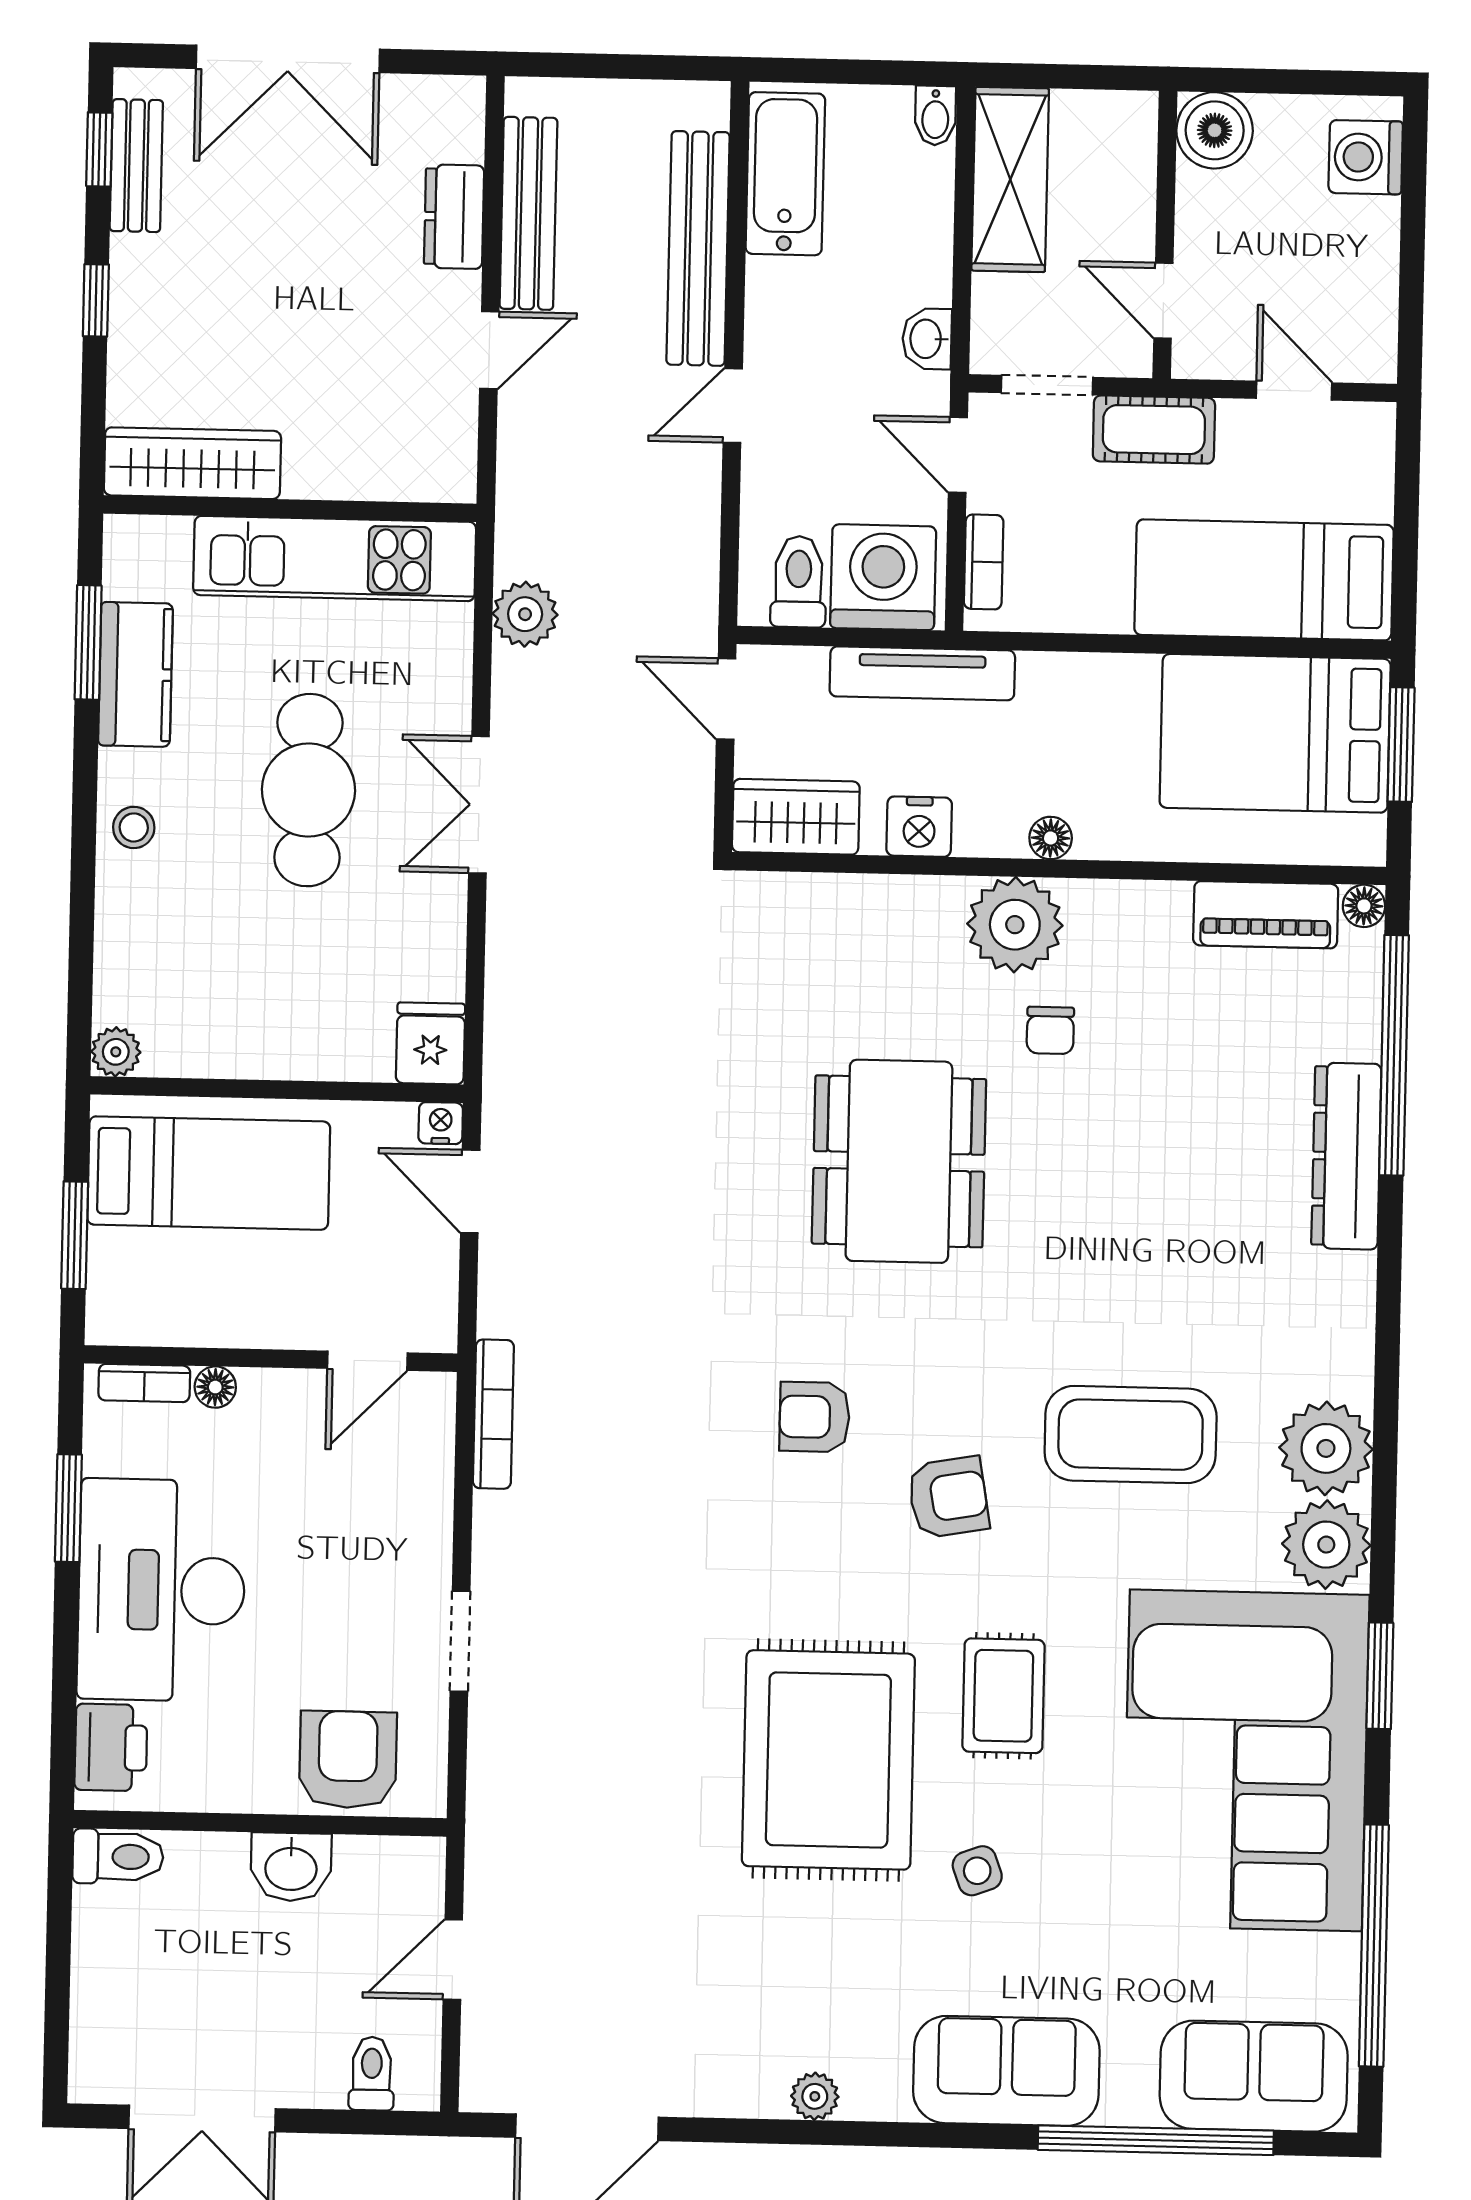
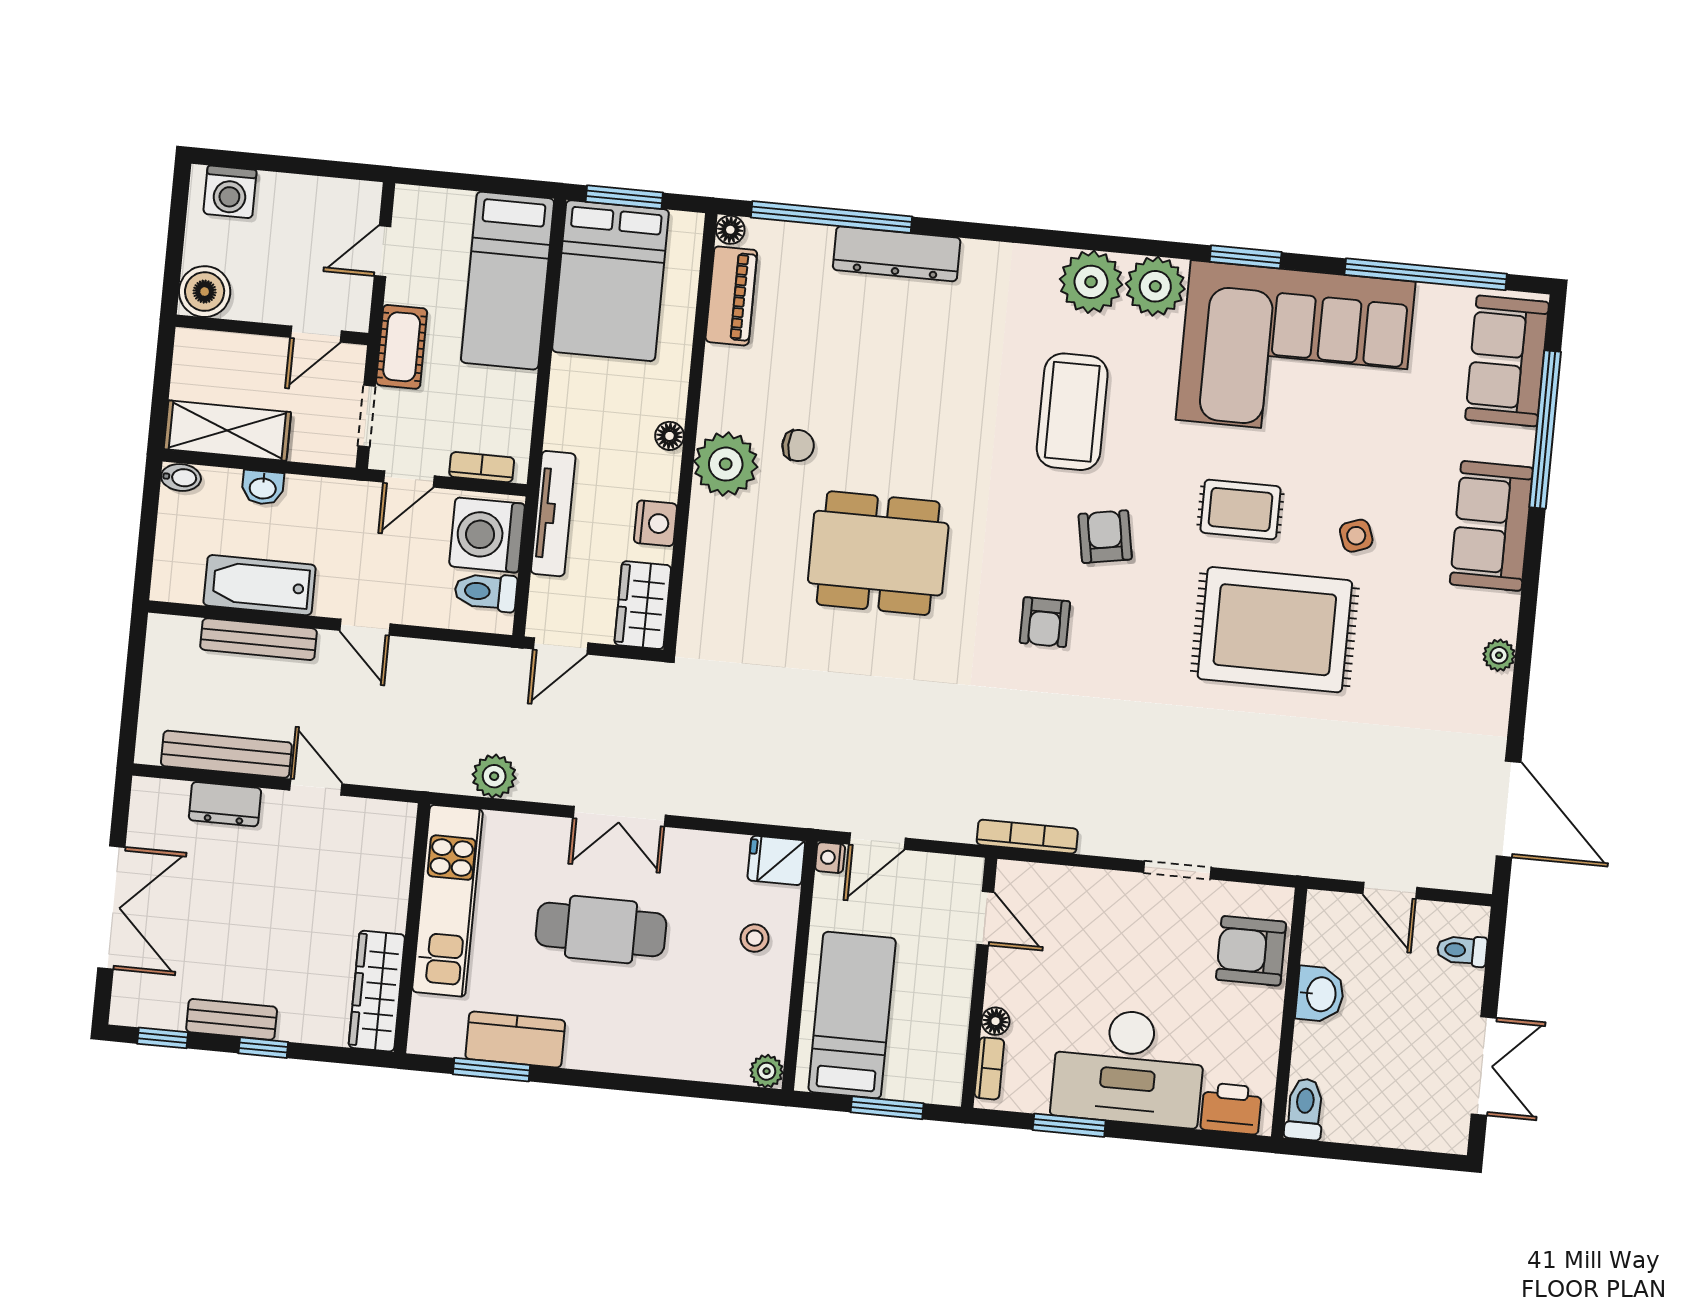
bench: (136, 166) -> (232, 1019), moved
bathtub: (785, 174) -> (260, 585), moved
bench: (698, 248) -> (258, 639), width x0.73, depth x0.82
washbasin: (927, 339) -> (263, 488), moved
stool: (134, 827) -> (755, 938), moved

